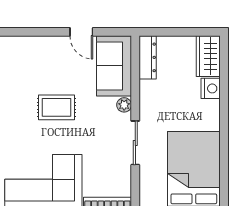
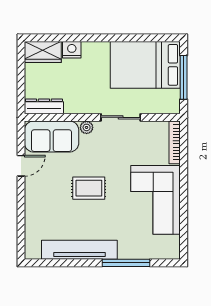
rug: (56, 107) -> (89, 188), turned 90

